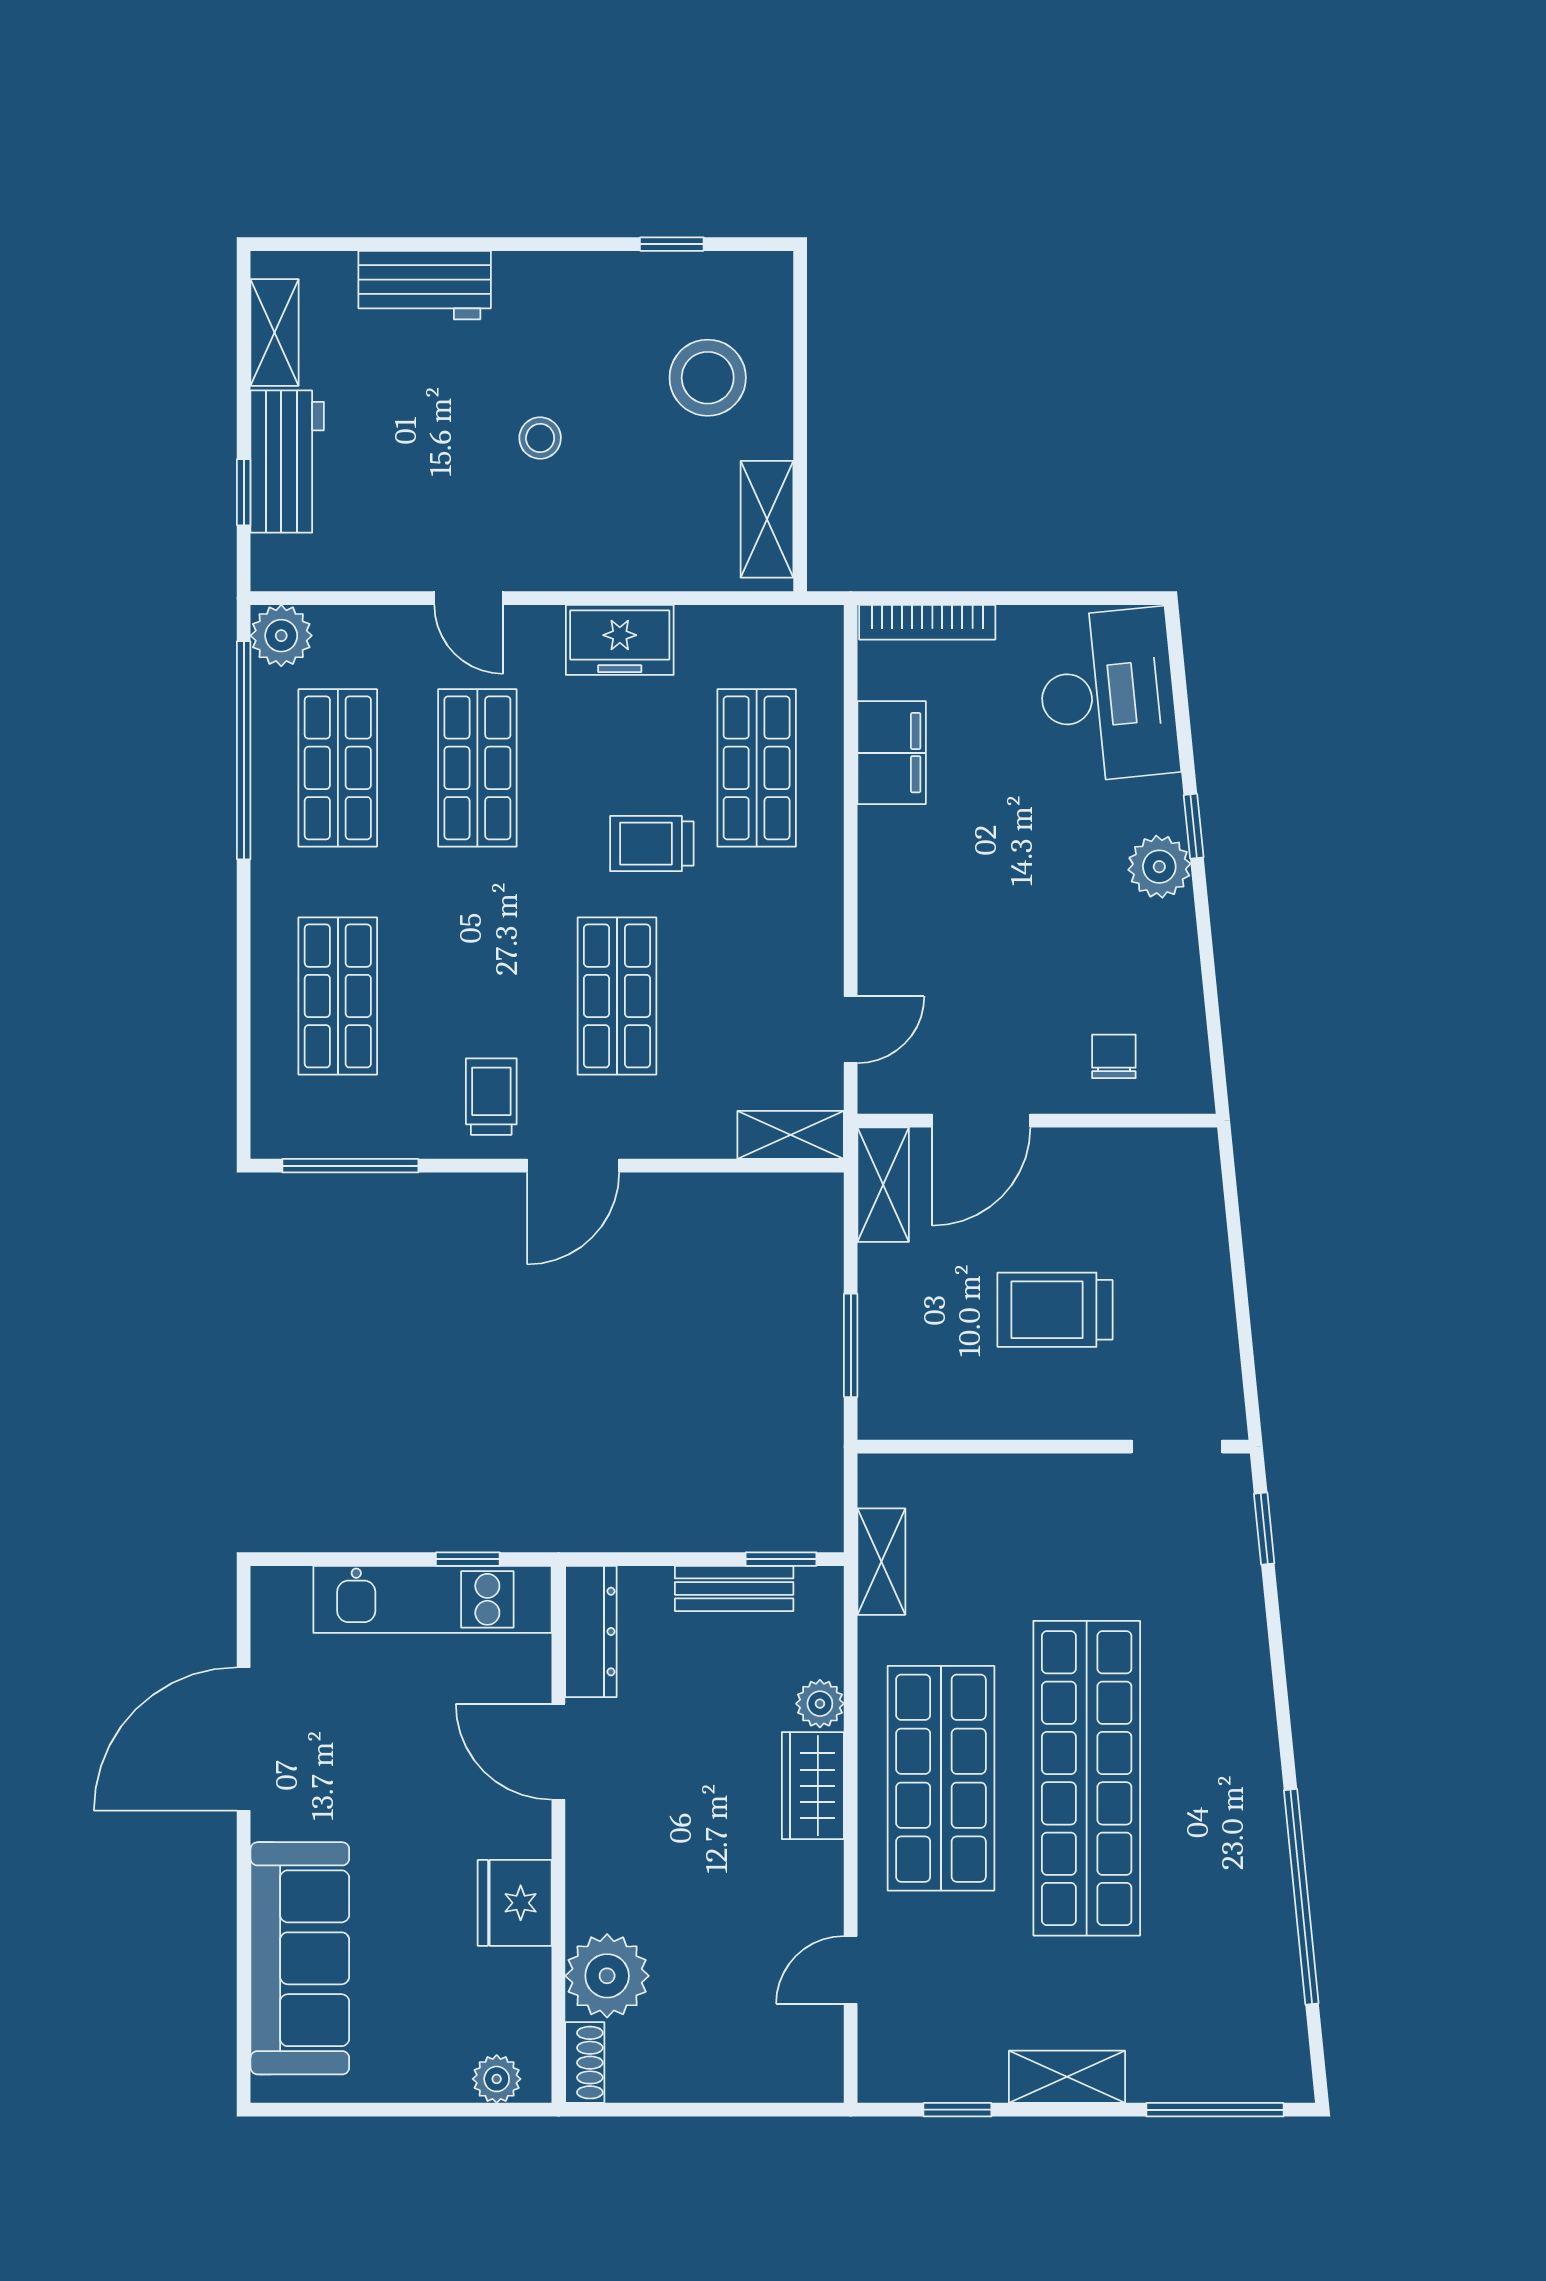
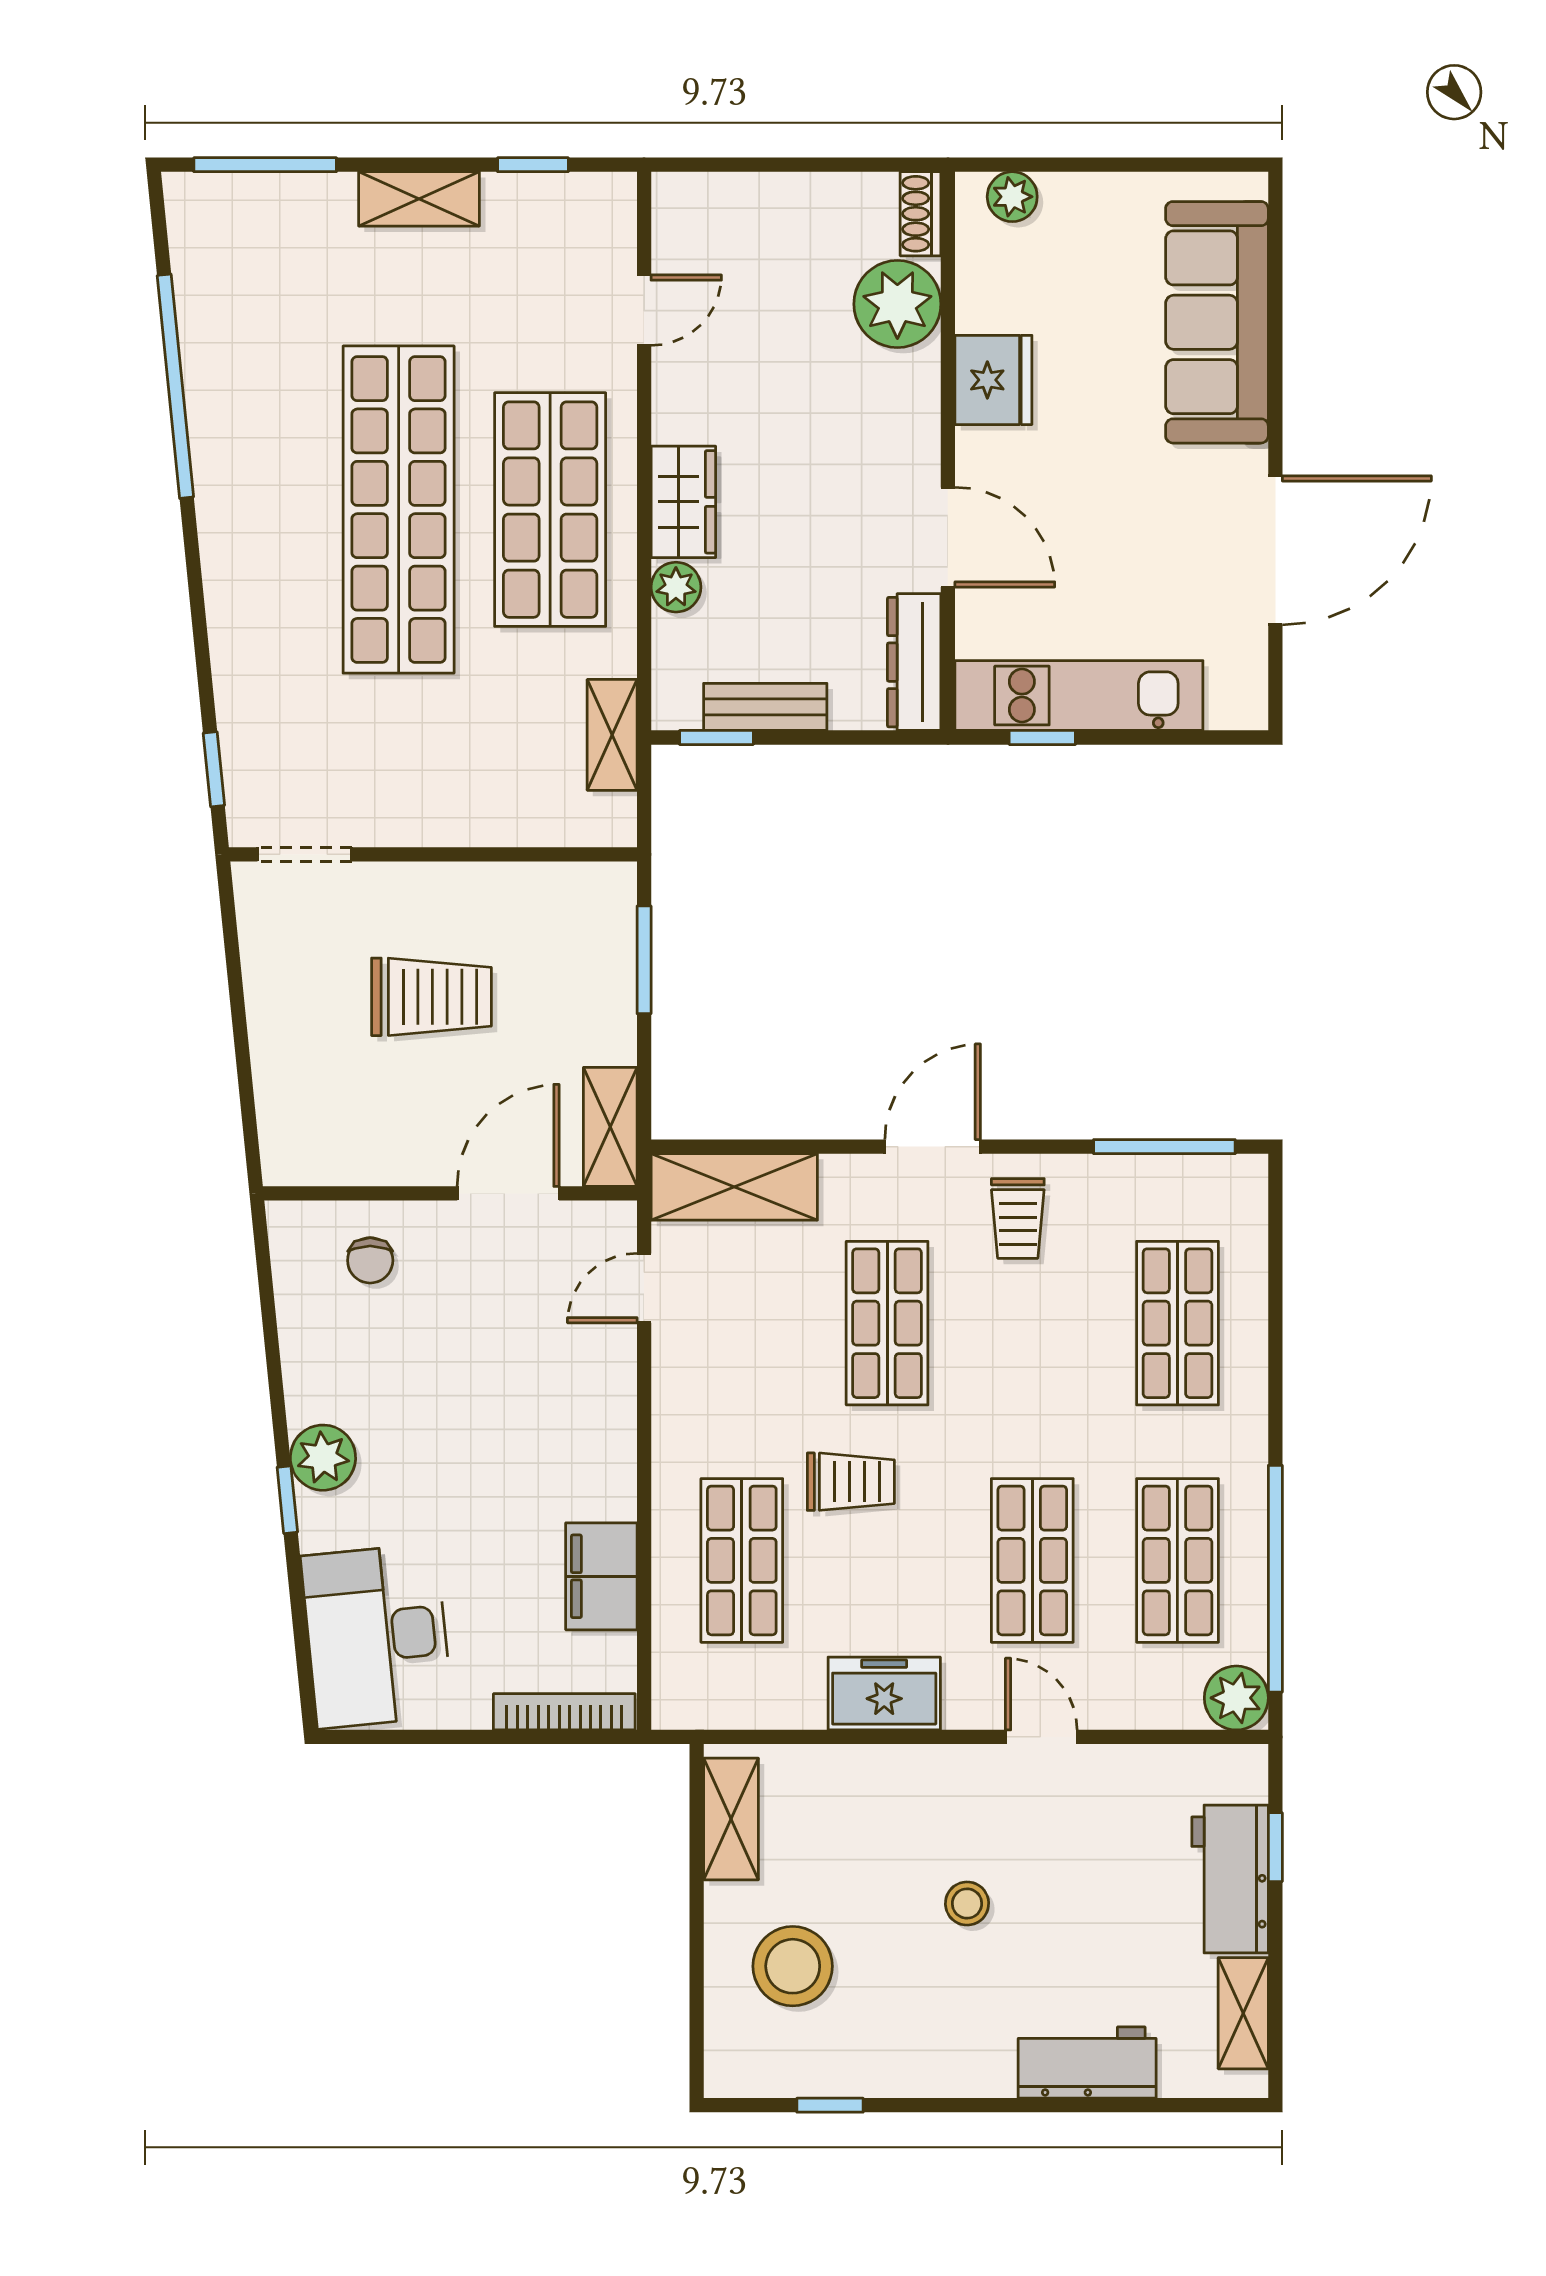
shelving: (791, 1135) -> (734, 1187), width x1.50, depth x1.33

